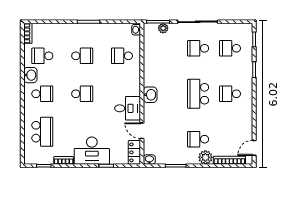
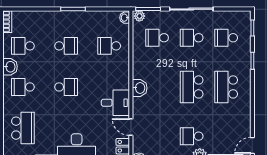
plant: (163, 28) -> (139, 16), moved
school desk: (166, 48) -> (157, 38), added
school desk: (42, 94) -> (23, 87), turned 180
school desk: (230, 94) -> (226, 87), width x1.85

